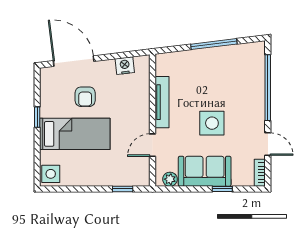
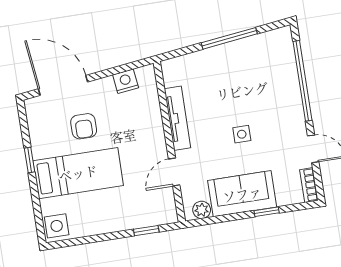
side table: (212, 123) -> (242, 134), width x0.54, depth x0.54

